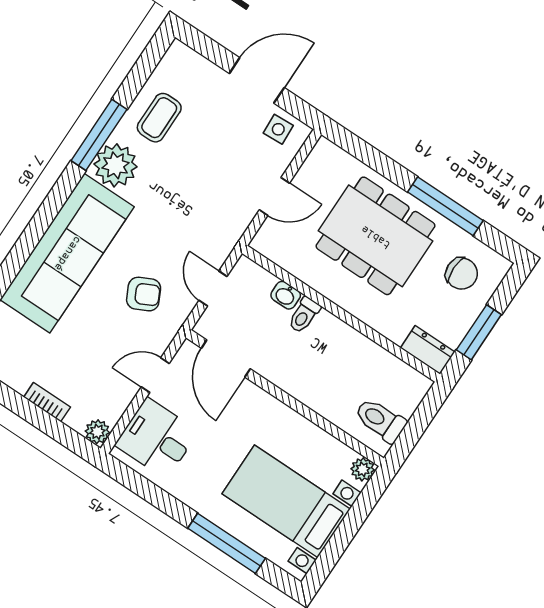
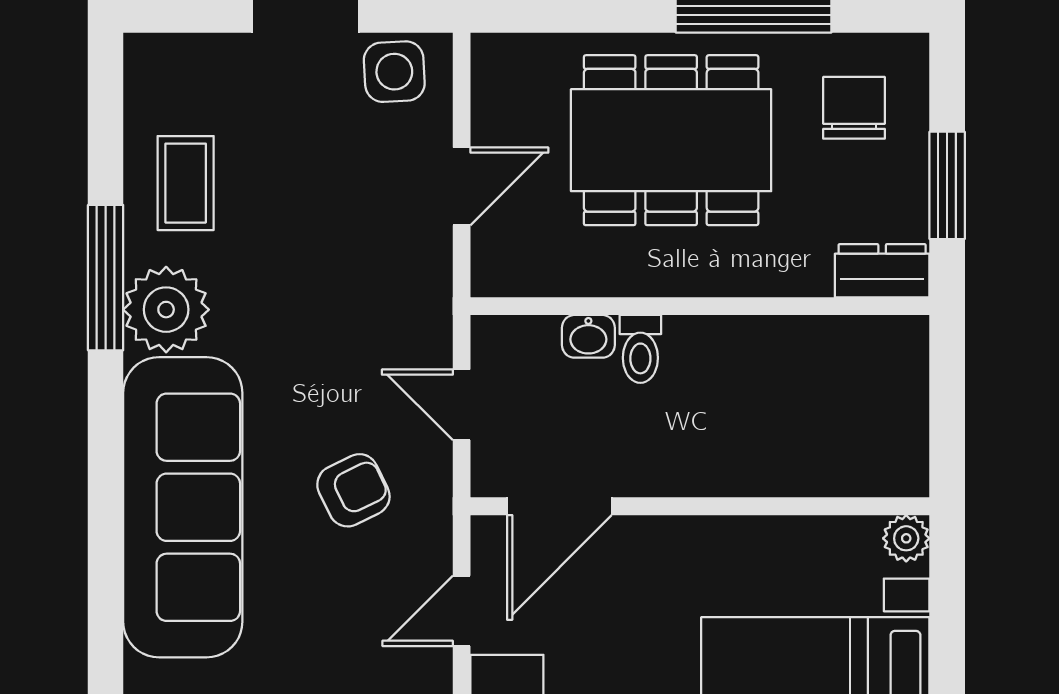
side table: (278, 129) -> (394, 72), width x1.37, depth x1.37
chair: (462, 274) -> (854, 108), turned -90
door: (226, 359) -> (559, 506), hinge flipped
toilet: (380, 420) -> (881, 438), removed

